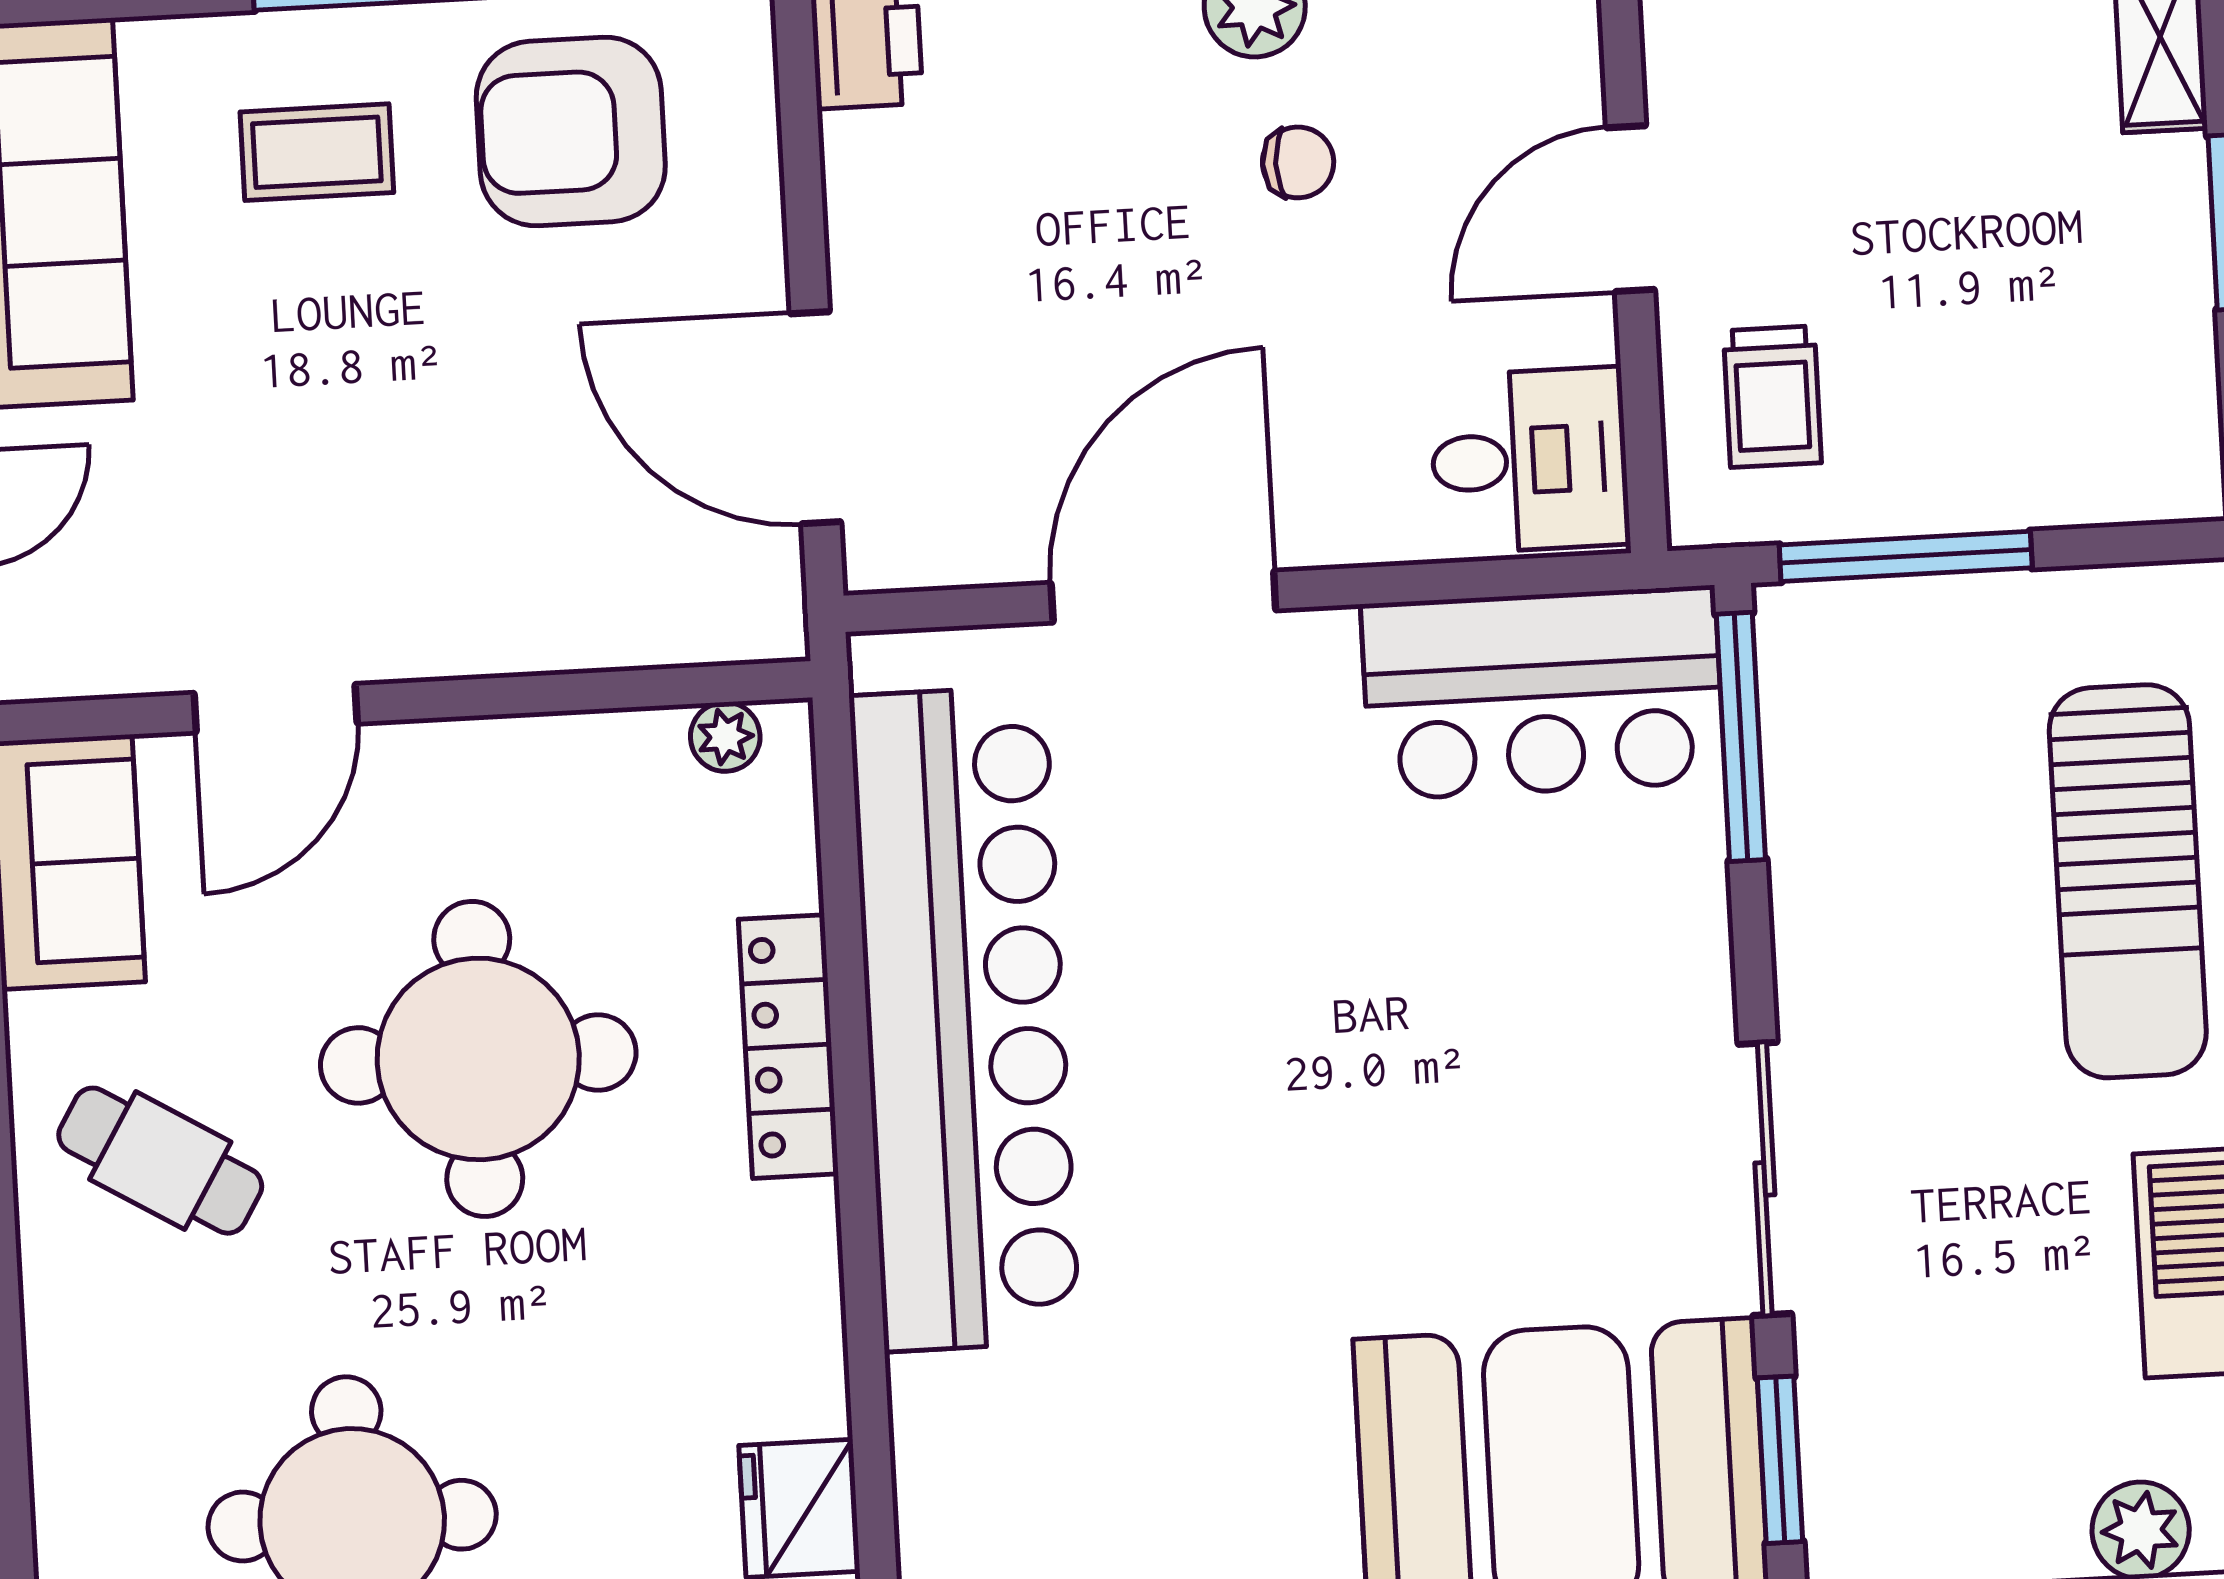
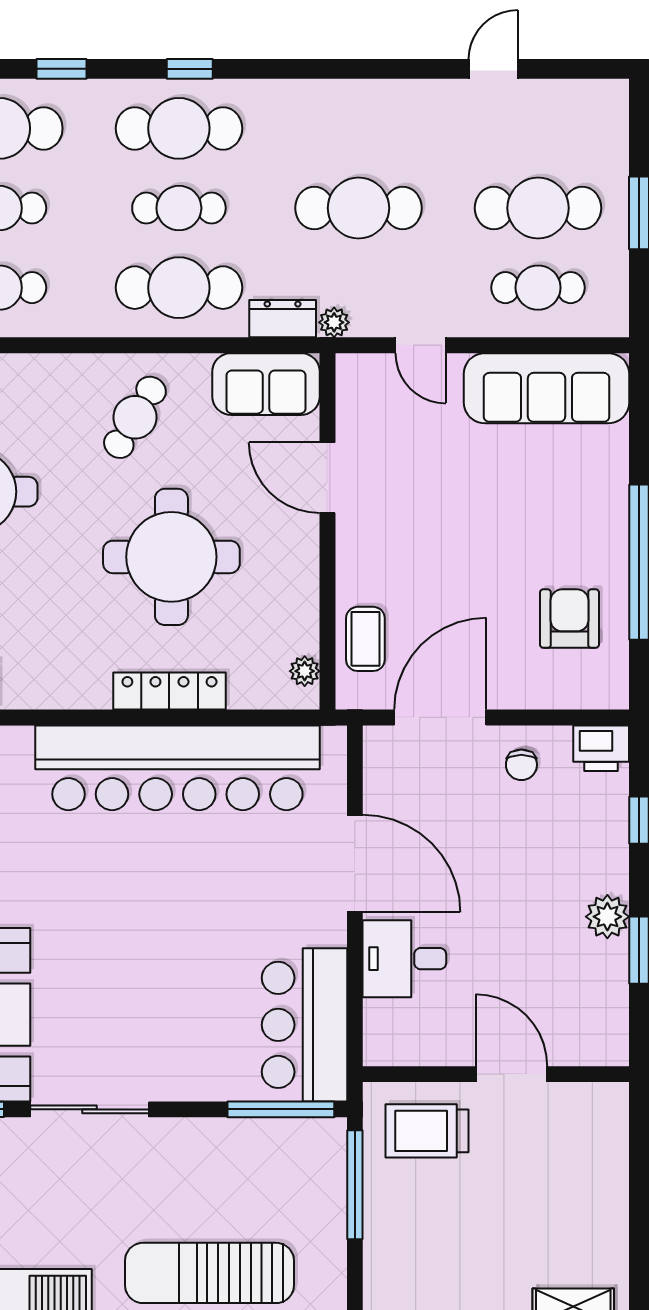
armchair: (571, 131) -> (569, 619), width x0.73, depth x0.73
coffee table: (317, 152) -> (365, 639), moved
chair: (1298, 162) -> (521, 765), moved
trolley: (1772, 397) -> (427, 1131), width x1.36, depth x1.39
desk: (1530, 460) -> (404, 959), moved, turned 90

